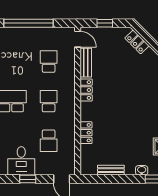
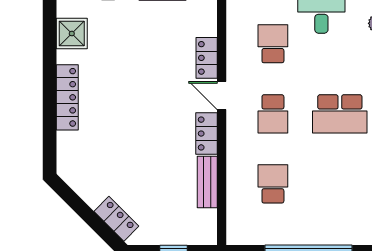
door: (78, 39) -> (222, 95), moved
school desk: (49, 62) -> (273, 184), turned 180

